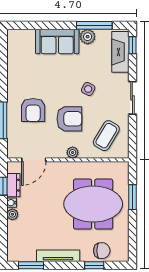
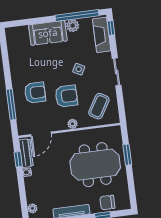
window: (94, 25) -> (77, 16), width x1.46
armchair: (33, 110) -> (35, 93), turned -90
dresser: (13, 185) -> (26, 153), width x1.44
plant: (12, 214) -> (32, 208), moved
chair: (102, 251) -> (107, 203), turned 180

